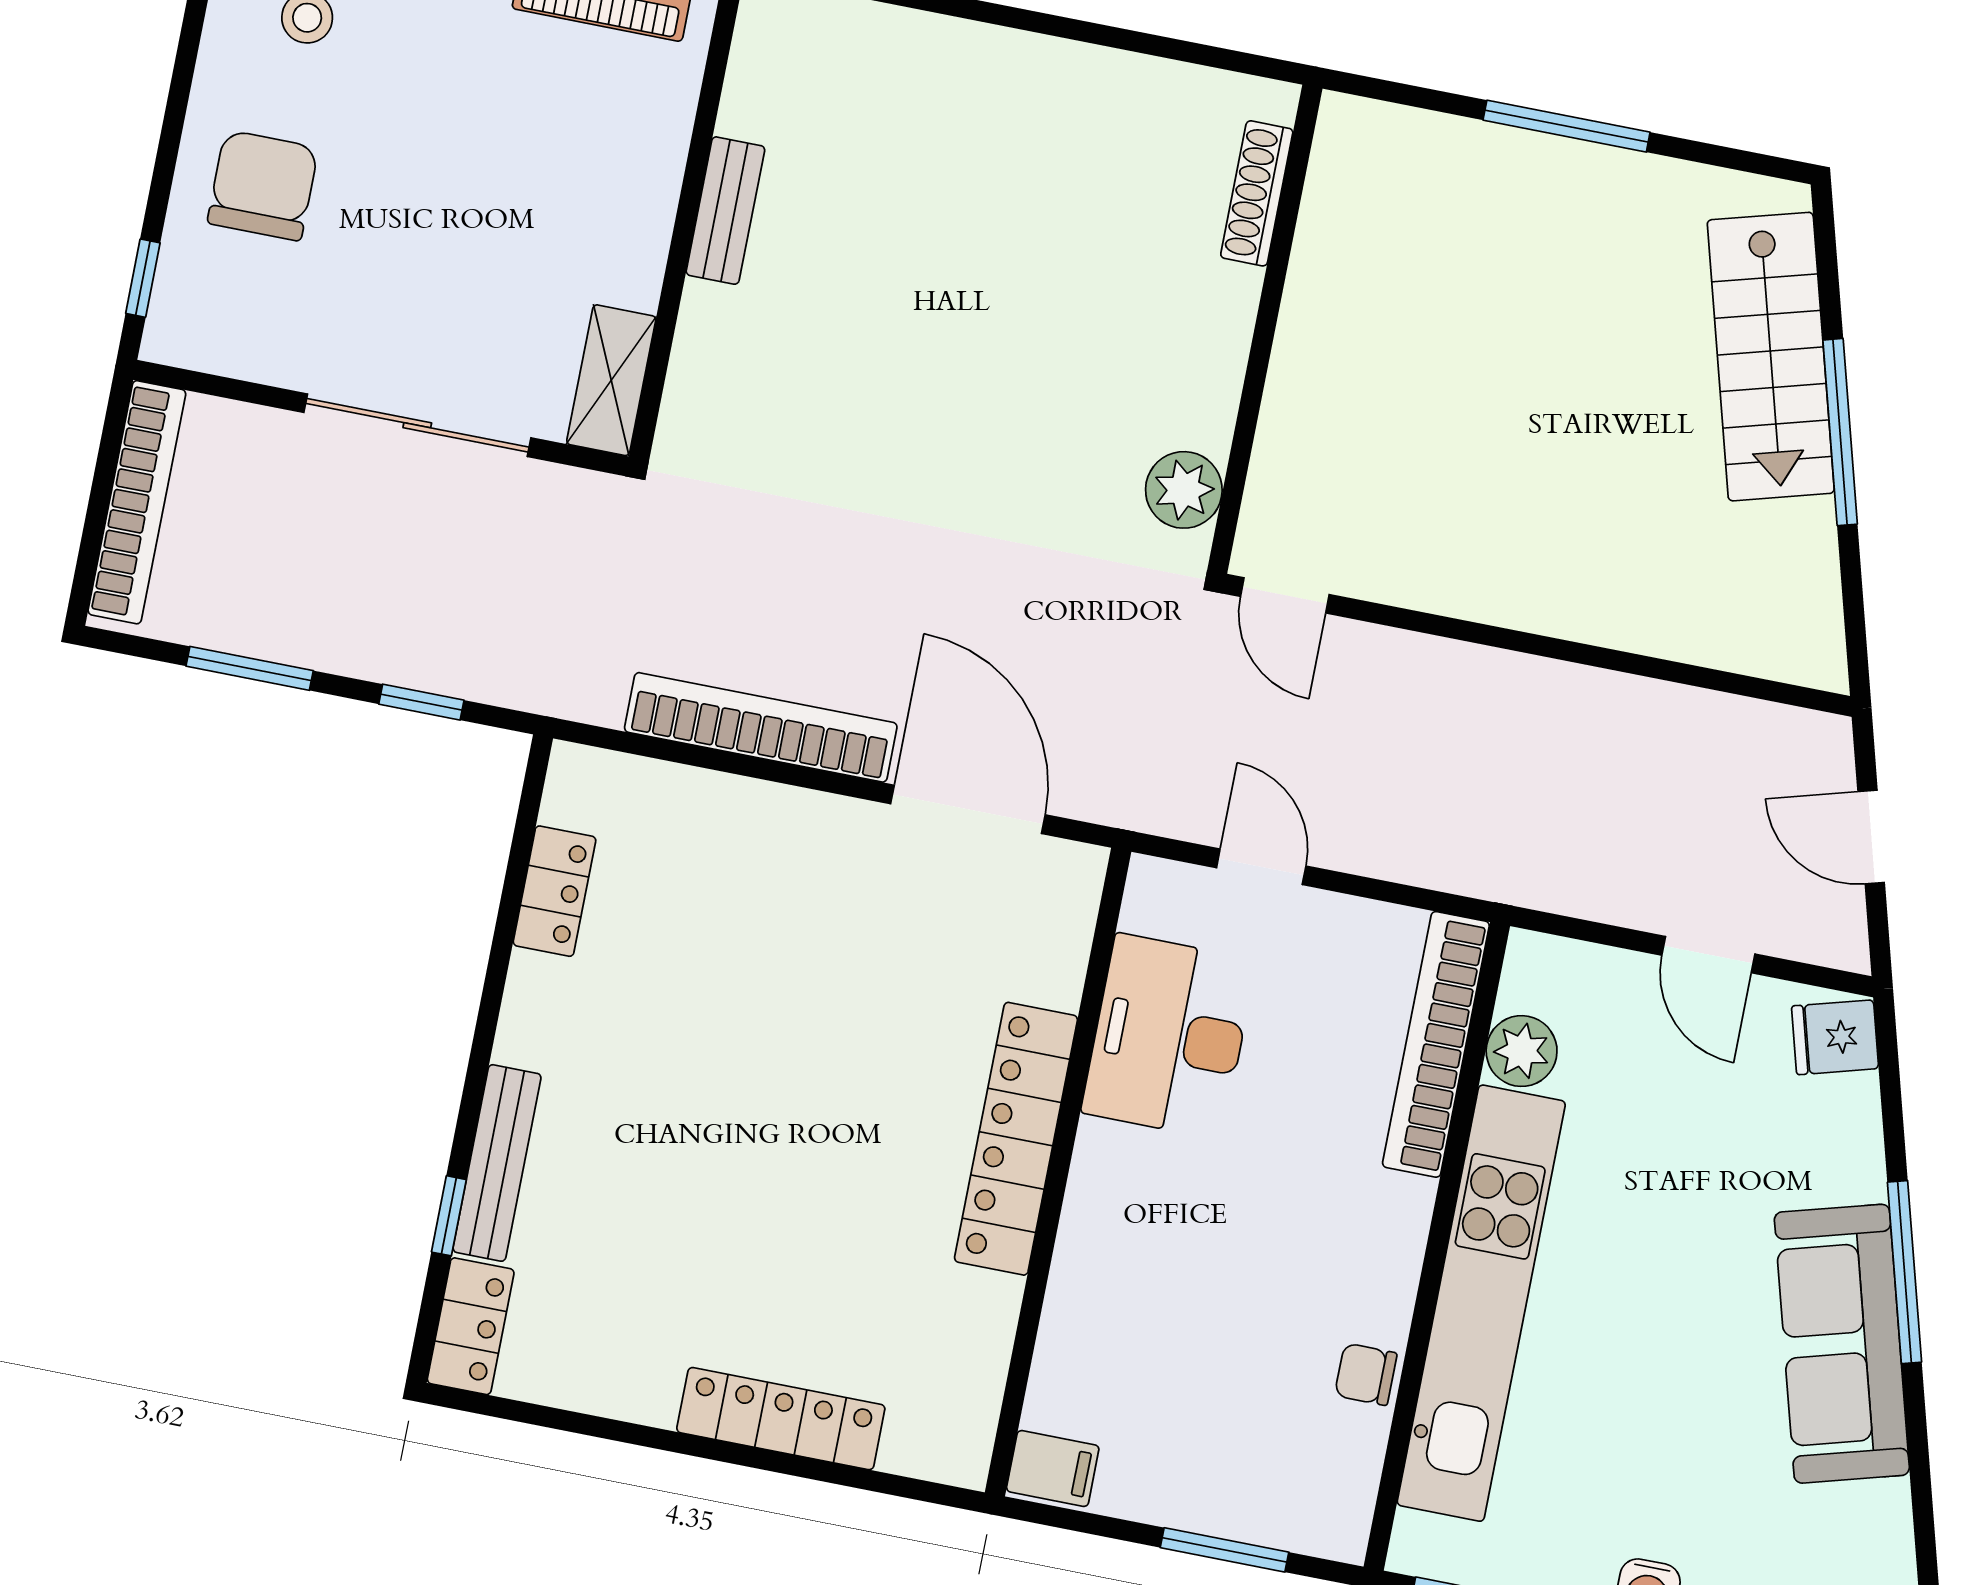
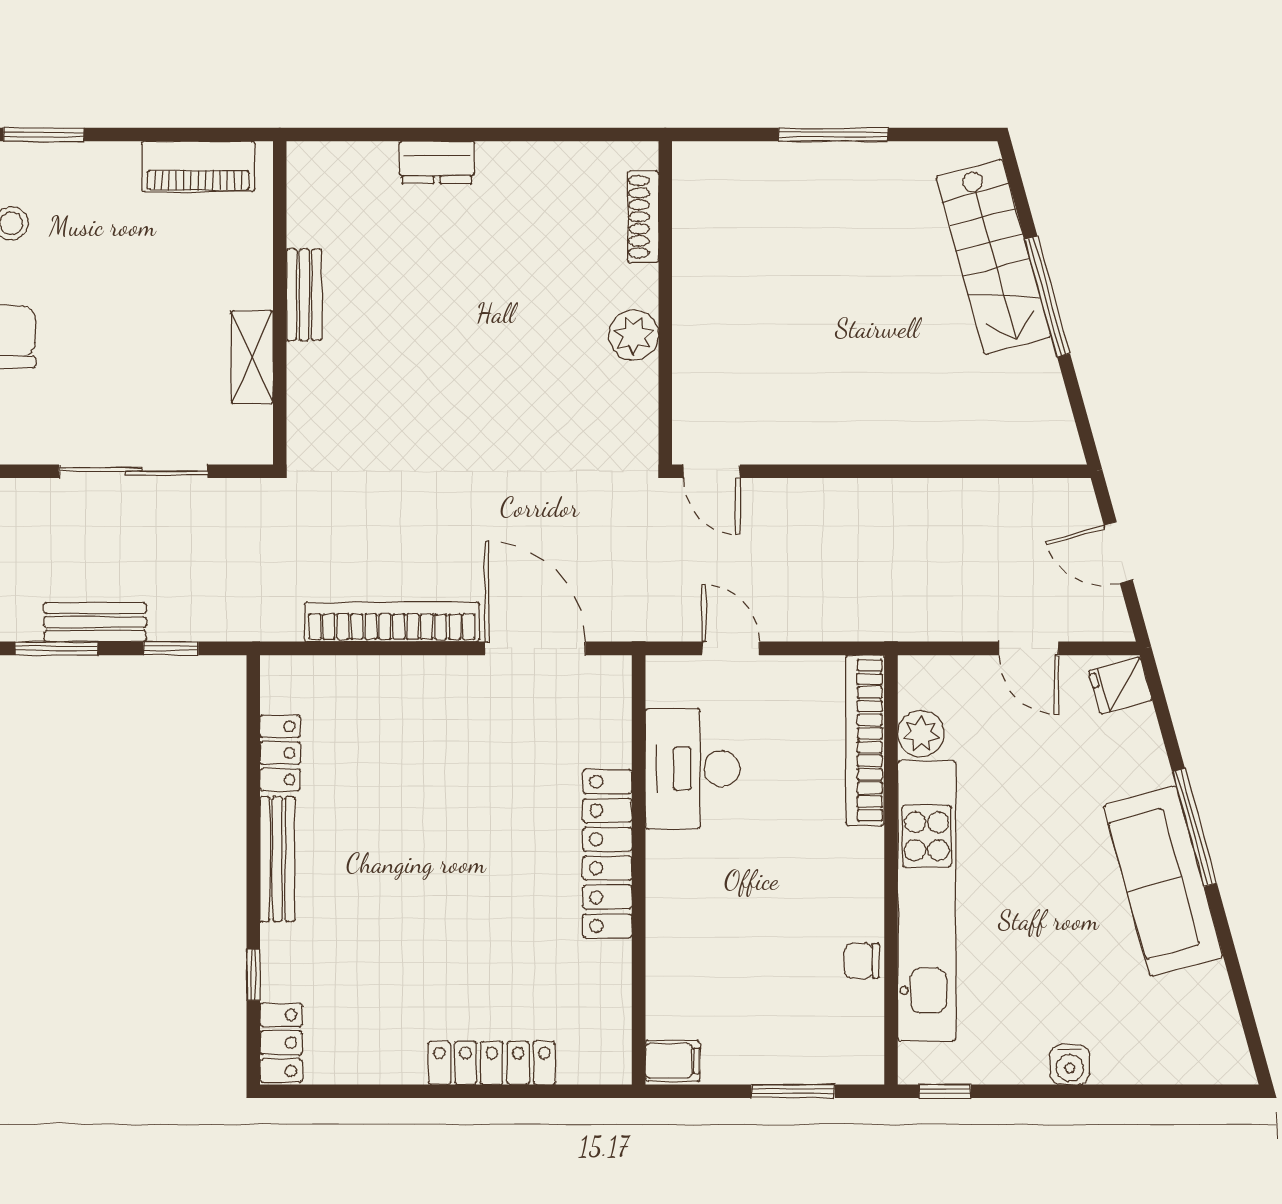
dresser: (963, 51) -> (437, 162), added
shelving: (611, 380) -> (252, 357), moved
plant: (1184, 490) -> (633, 335), moved
bench: (315, 640) -> (95, 622), added
bench: (497, 1163) -> (277, 859), moved

